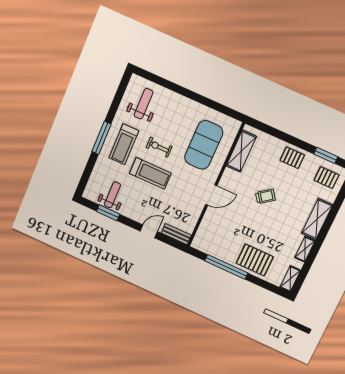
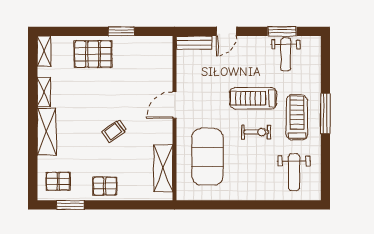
window: (226, 267) -> (121, 31), width x0.47

